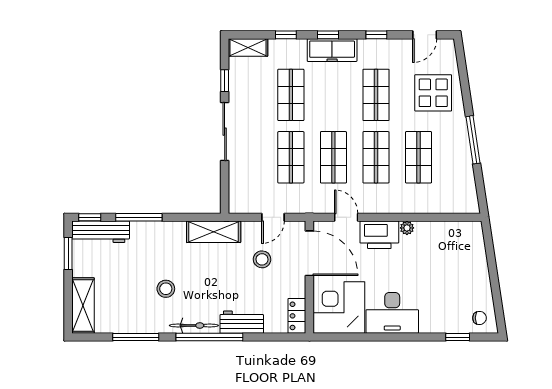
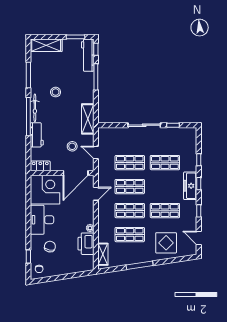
shelving: (248, 47) -> (103, 254), moved
printer: (379, 235) -> (86, 244), moved
chair: (440, 299) -> (50, 247), added

